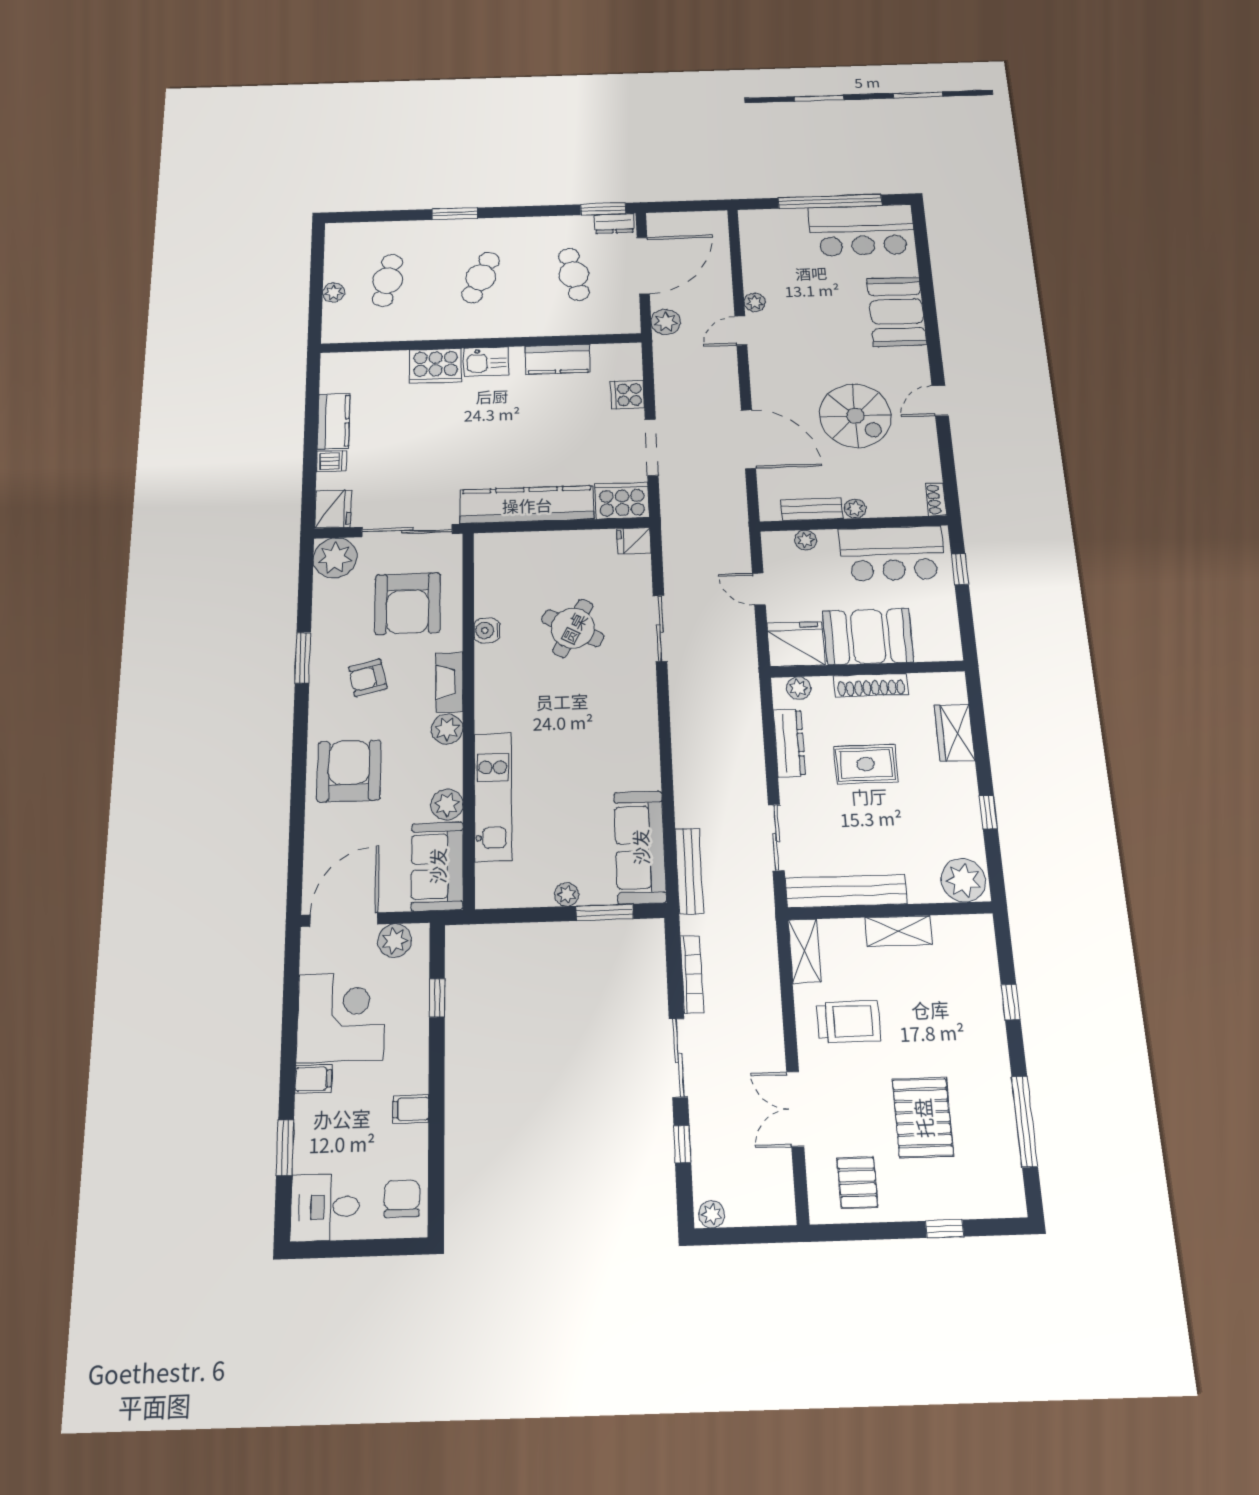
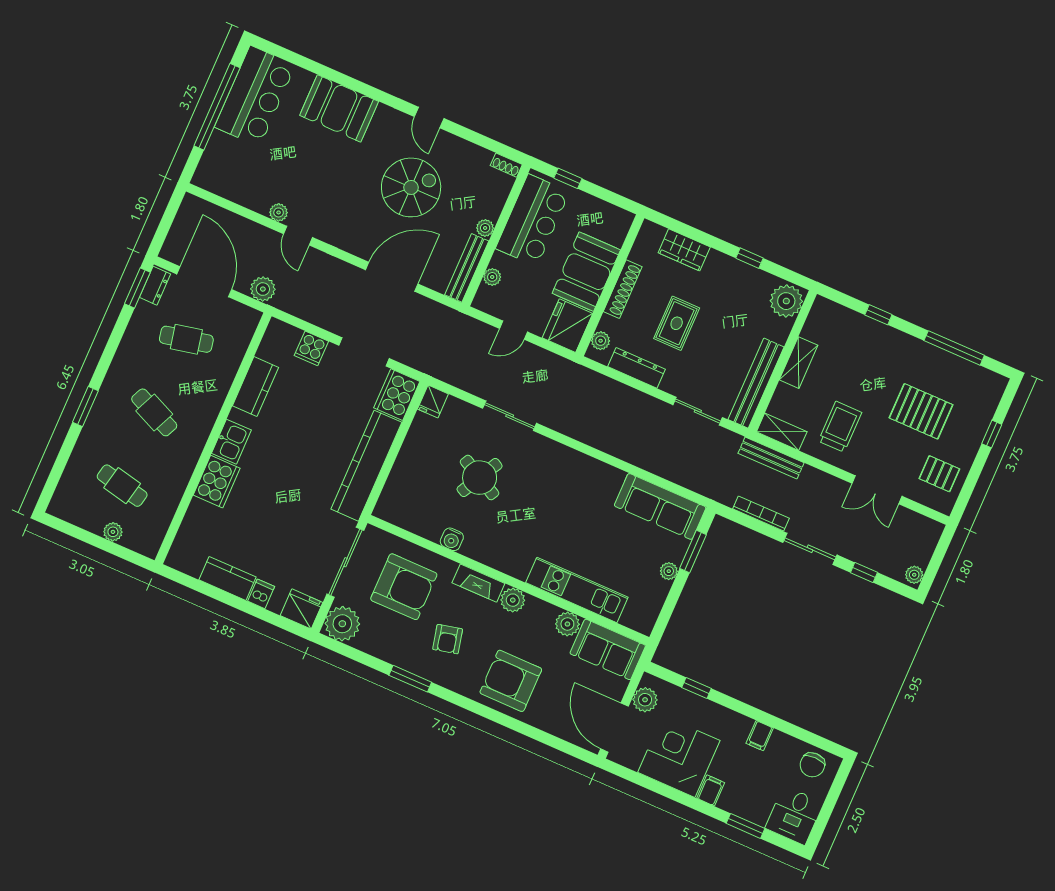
bench: (812, 509) -> (467, 268), width x1.36
bench: (689, 871) -> (771, 458), moved
chair: (402, 1199) -> (812, 765), turned -90

